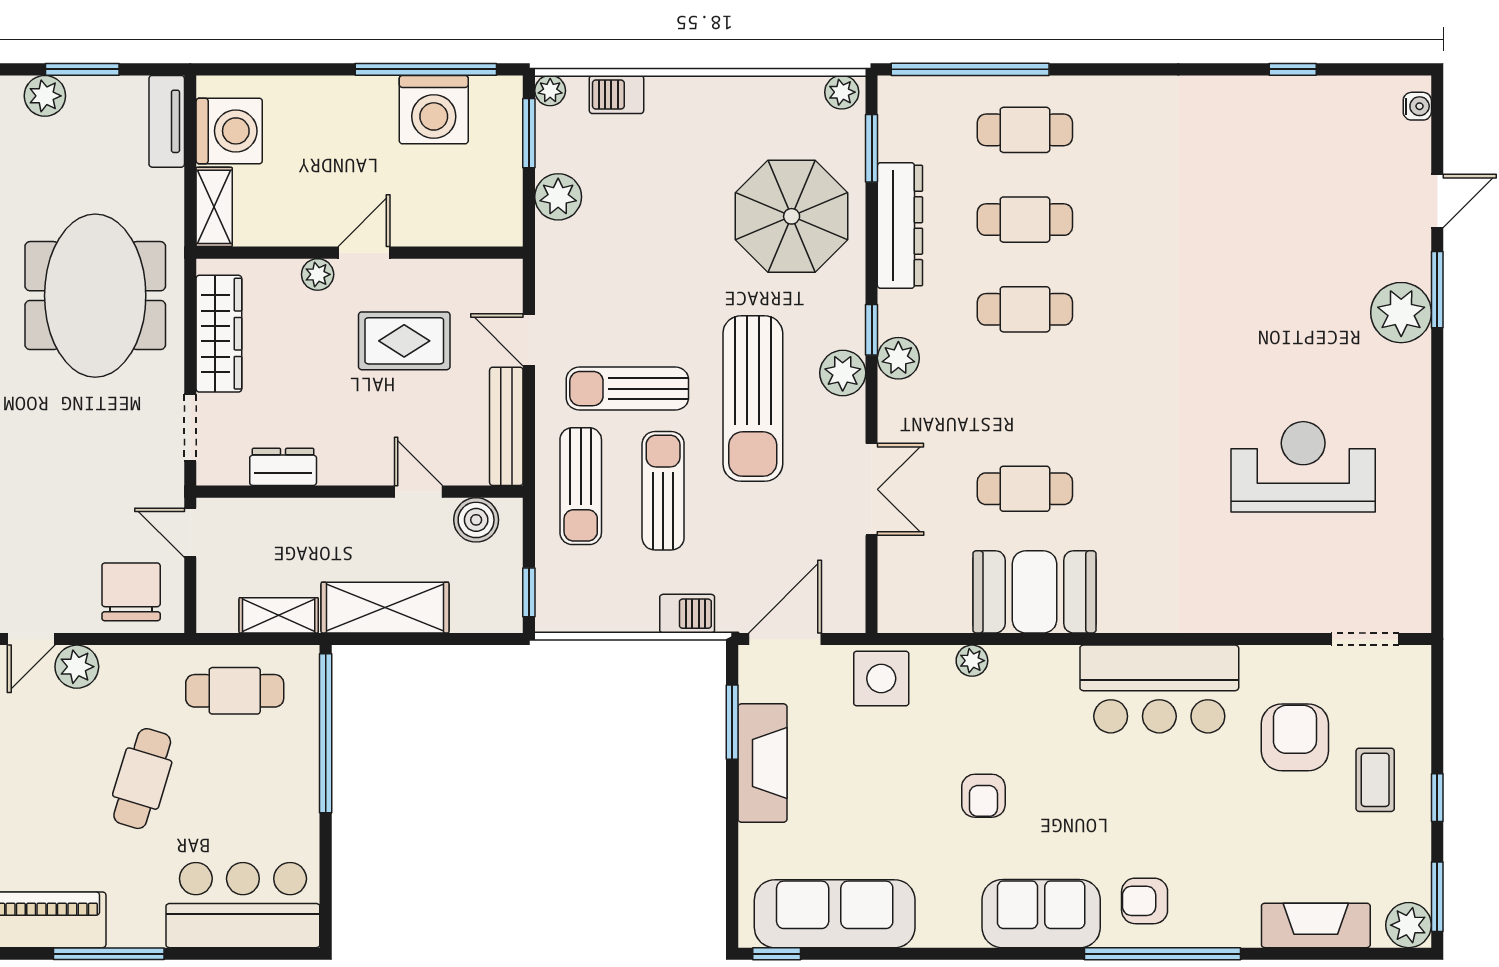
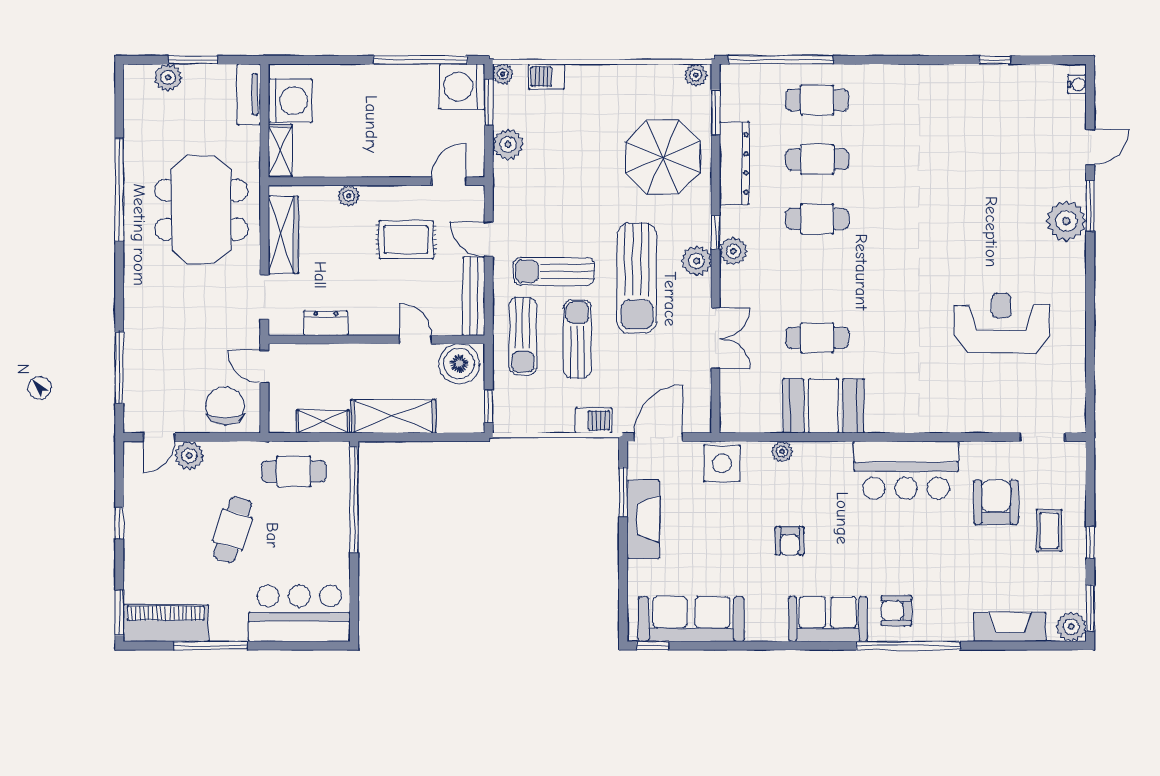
washing machine: (434, 110) -> (462, 87), moved, turned 90
door: (364, 253) -> (449, 181), moved
boiler: (476, 520) -> (459, 364), width x1.37, depth x1.37

